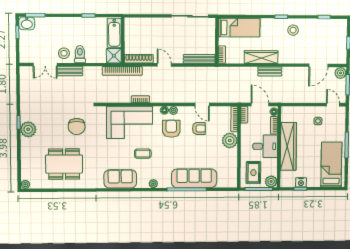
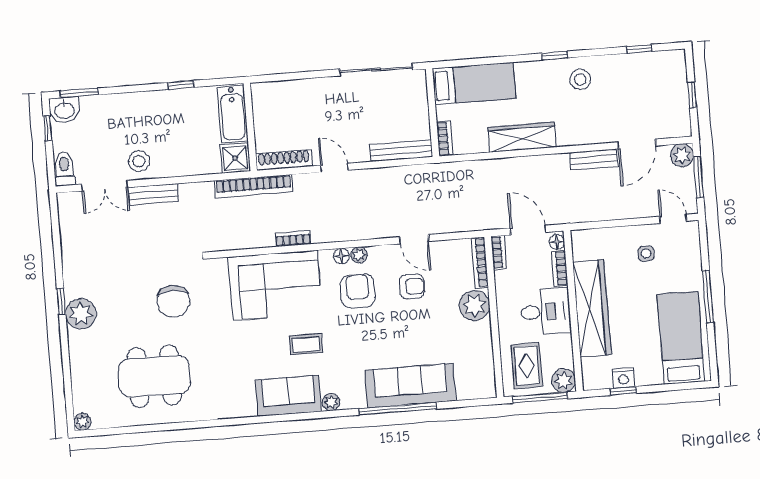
toilet: (80, 54) -> (64, 169), moved
bench: (270, 71) -> (594, 160), moved
sofa: (120, 179) -> (288, 396), moved

